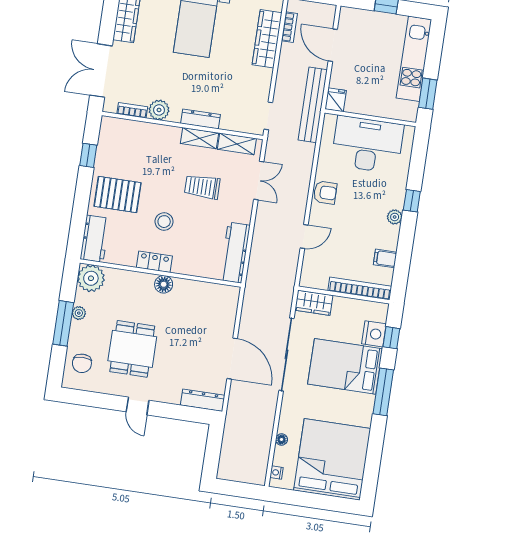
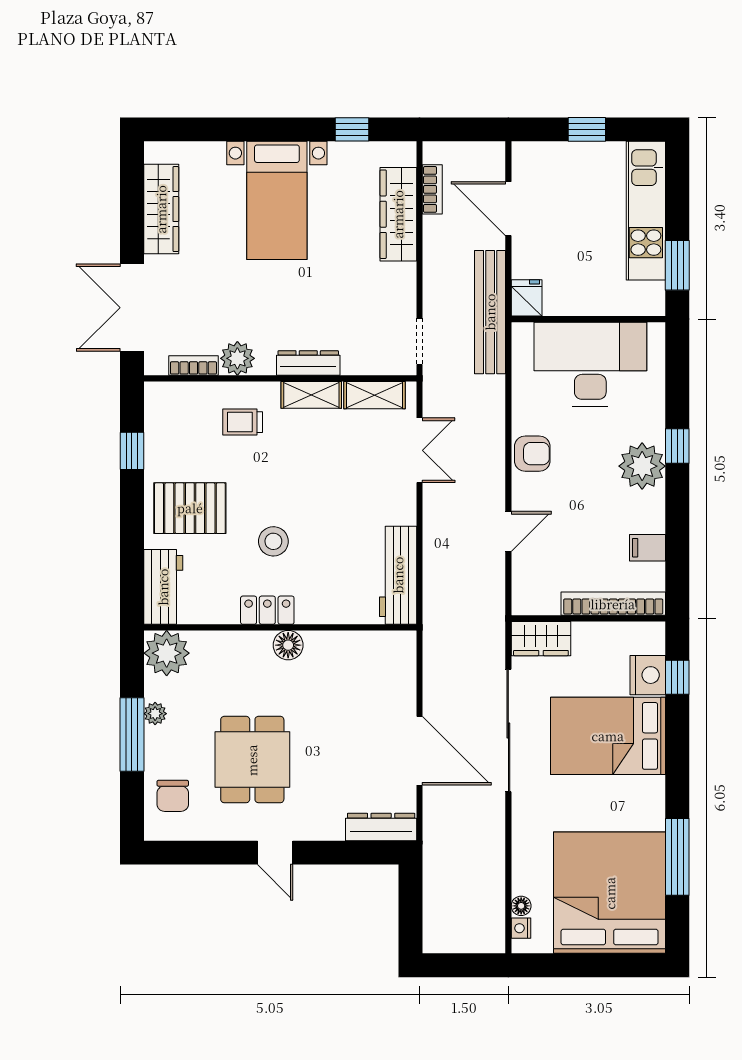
trolley: (202, 187) -> (243, 422), moved, width x0.73, depth x0.72
plant: (395, 217) -> (642, 466), width x1.88, depth x1.88
window: (383, 392) -> (677, 857), moved
floor lamp: (281, 439) -> (521, 906), moved

